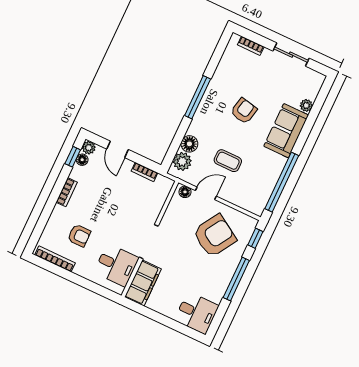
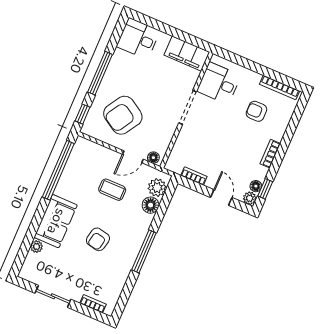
filing cabinet: (143, 283) -> (187, 54), moved, turned -90

